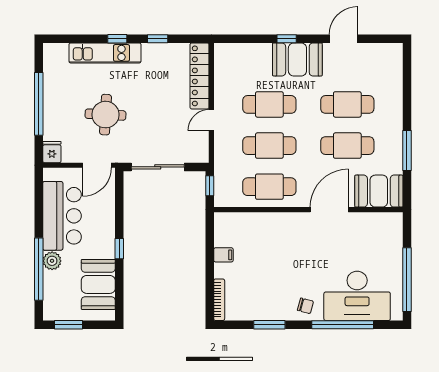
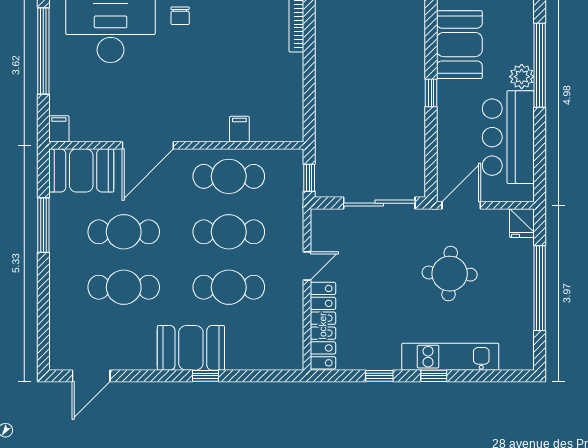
door: (343, 39) -> (91, 376), moved
filing cabinet: (395, 222) -> (59, 129), added
filing cabinet: (223, 255) -> (239, 129), moved, turned 90
chair: (305, 306) -> (180, 16), turned -105

